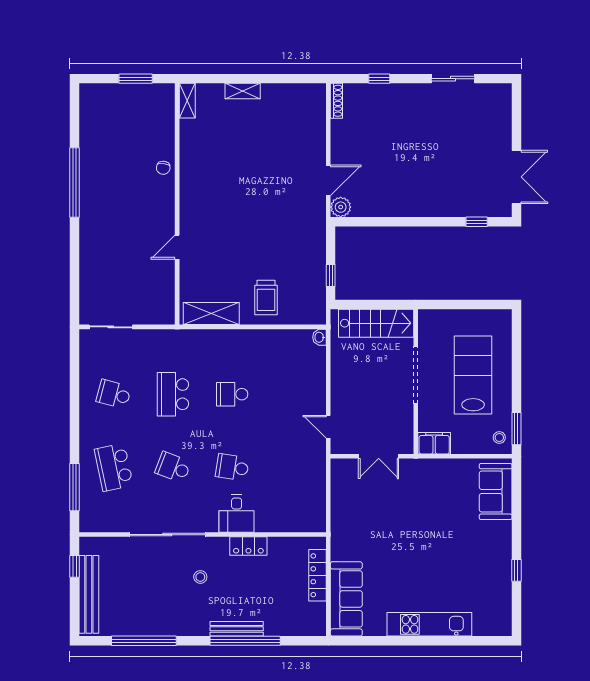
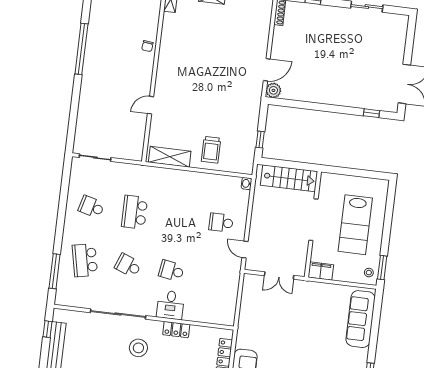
lab bench: (473, 375) -> (355, 225), turned 180
school desk: (232, 394) -> (221, 223), moved
sofa: (496, 491) -> (361, 319), width x1.36
stool: (200, 577) -> (138, 348), width x1.89, depth x1.89

